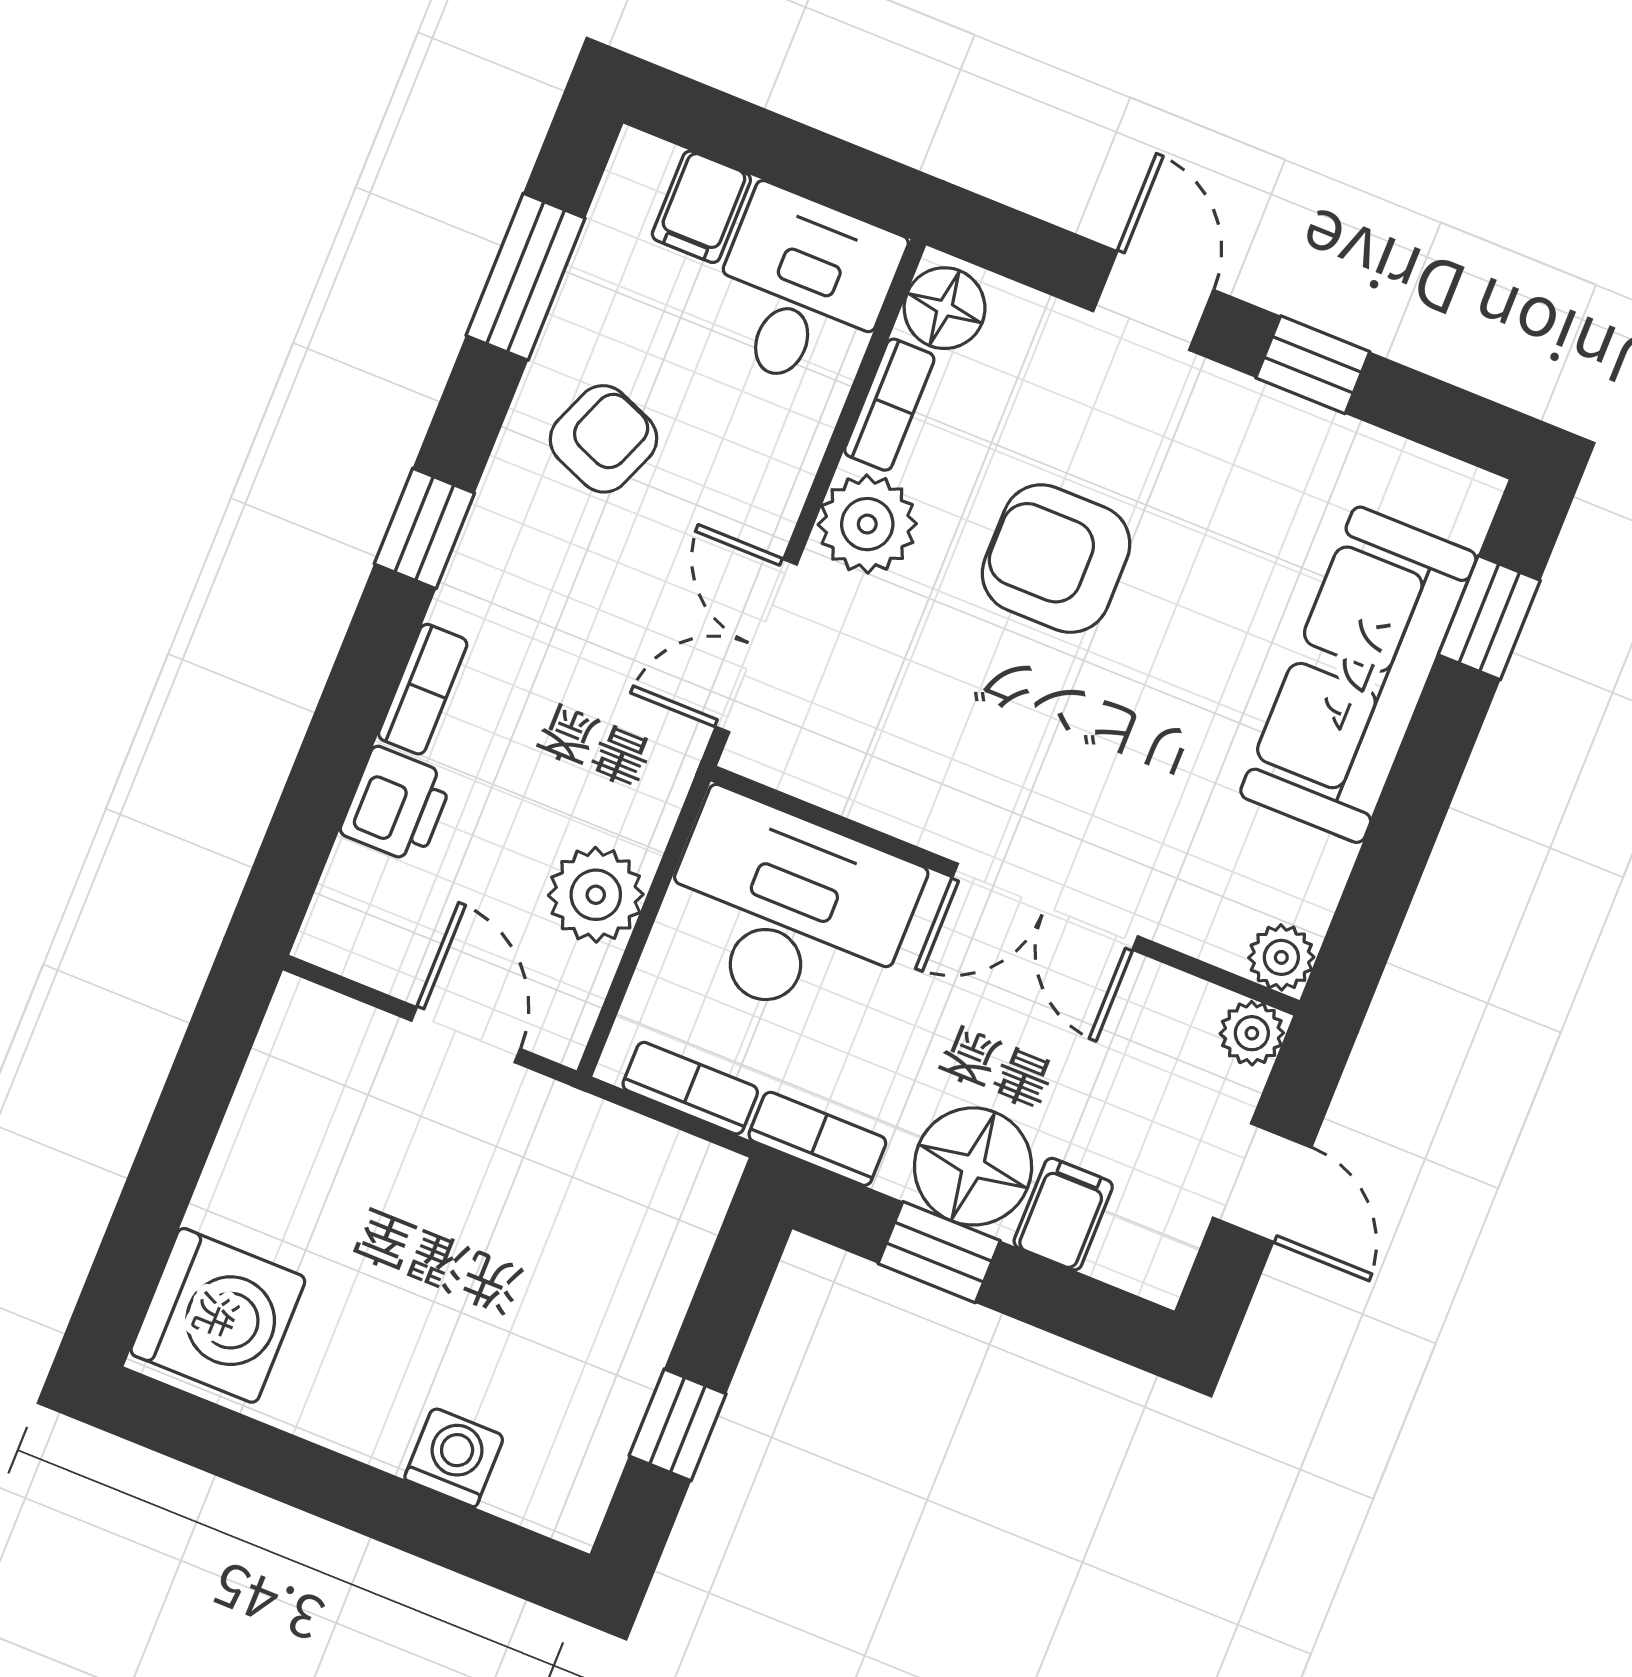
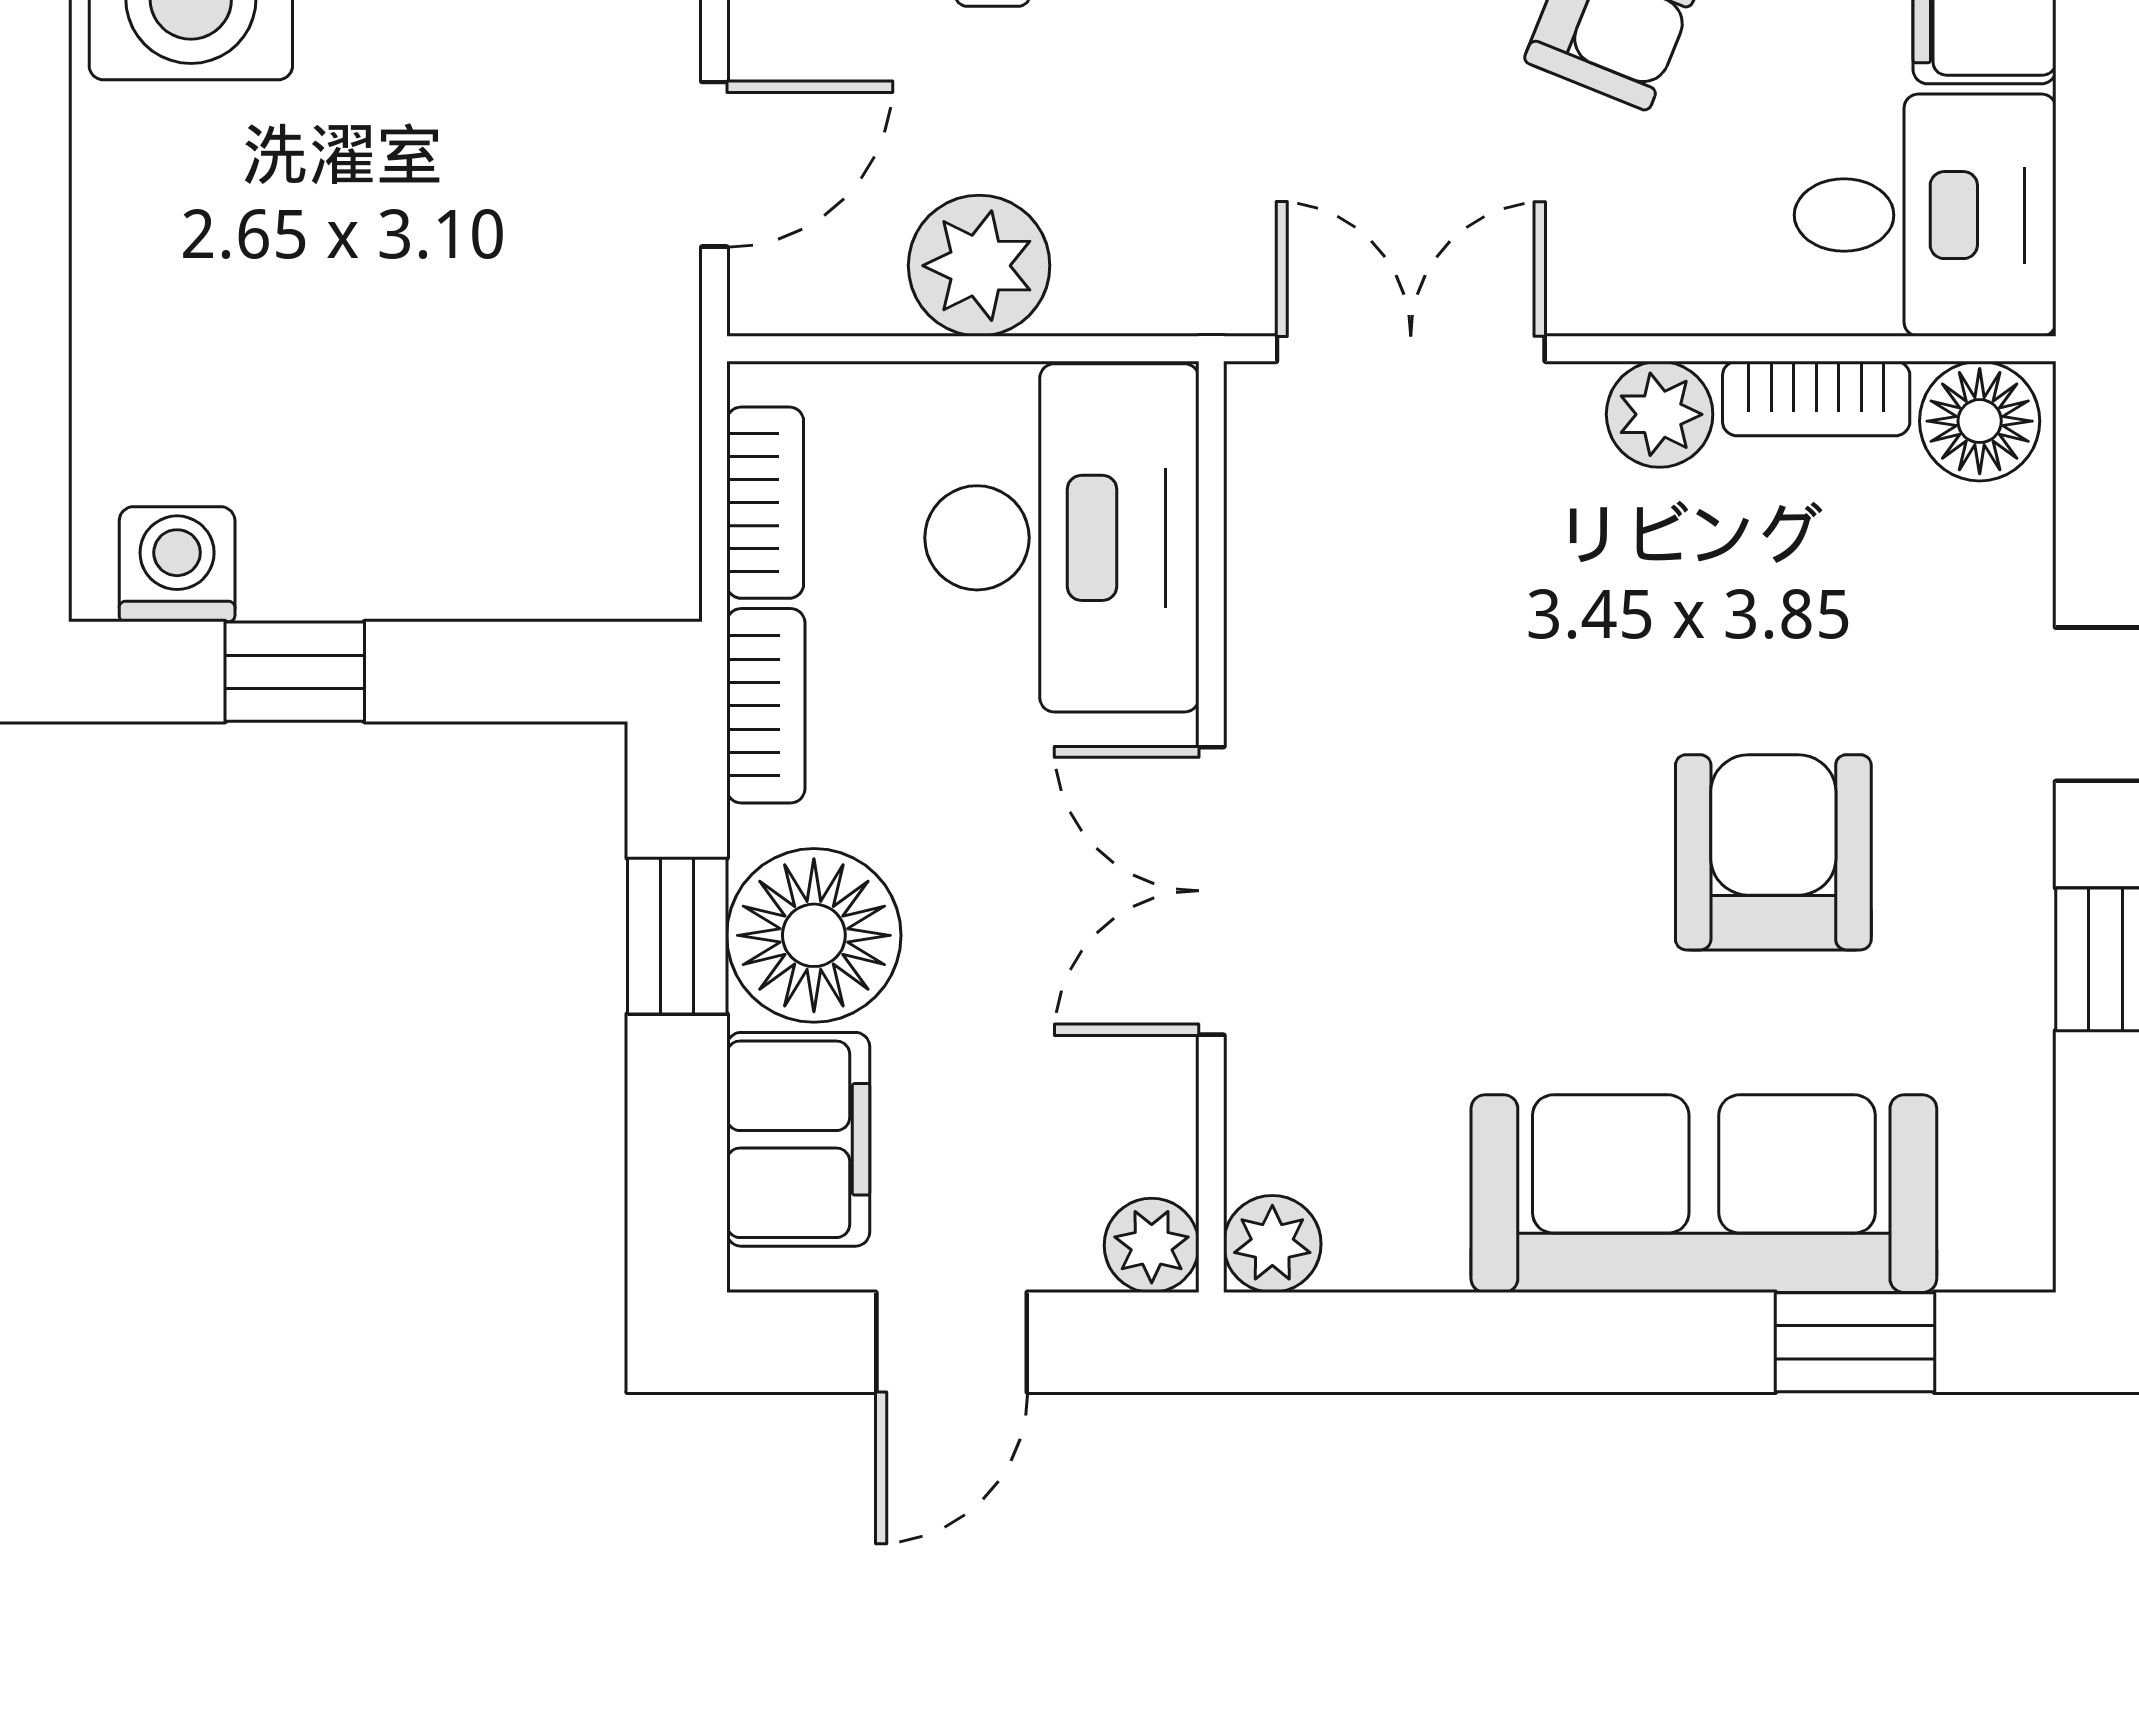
plant: (867, 524) -> (1660, 414), width x0.73, depth x0.73
armchair: (1056, 559) -> (1773, 852), moved
filing cabinet: (1063, 1214) -> (798, 1139), width x2.00
washing machine: (454, 1457) -> (177, 564), moved, turned -90

